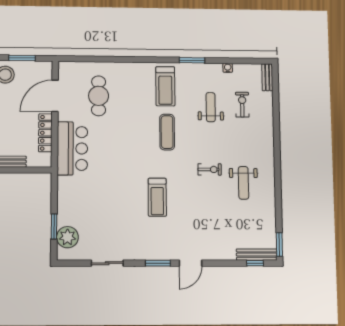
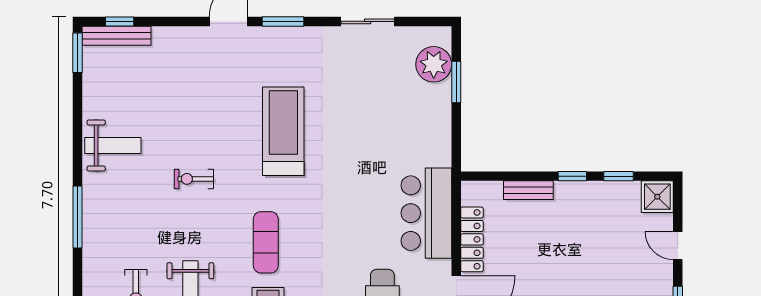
window: (277, 148) -> (77, 217), added
weight bench: (243, 183) -> (113, 145), moved, turned 90
treadmill: (157, 197) -> (283, 131), width x1.37, depth x1.38

